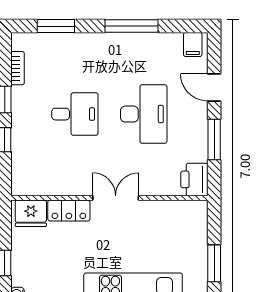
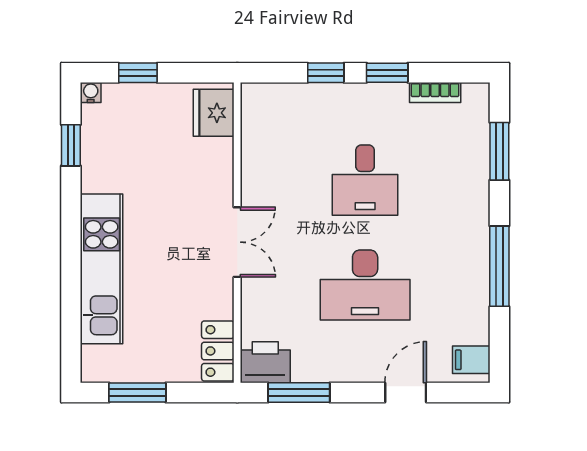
window: (214, 140) -> (299, 392), moved
locker: (69, 211) -> (218, 351), moved

